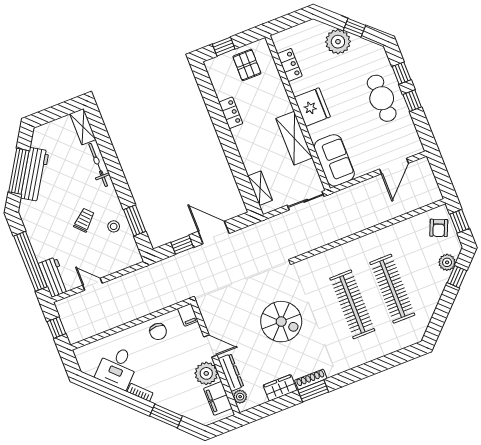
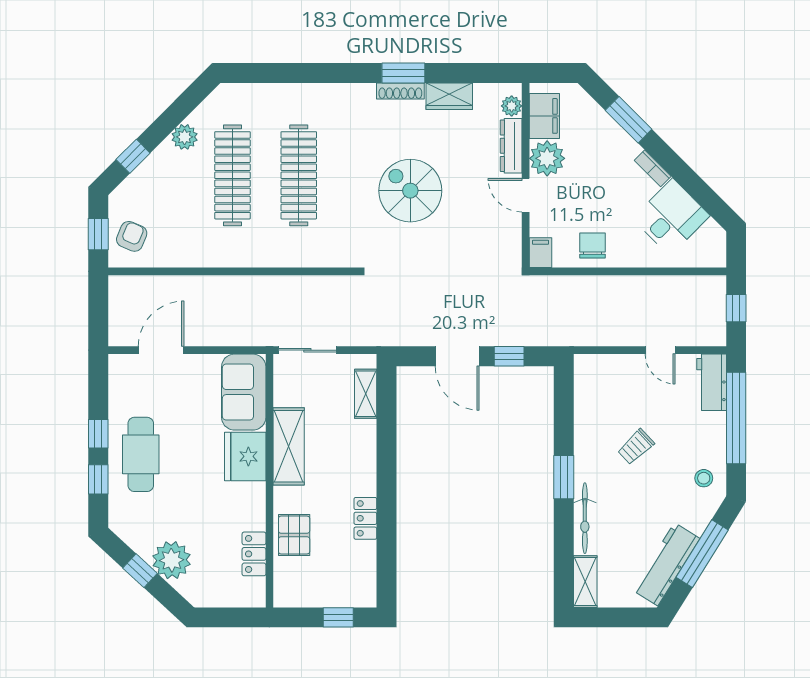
pallet: (247, 65) -> (294, 535), moved
fridge: (312, 107) -> (245, 456), moved
workbench: (35, 174) -> (666, 564), moved
window: (135, 220) -> (564, 477), moved
stool: (114, 226) -> (704, 478), moved
plant: (447, 262) -> (185, 137), moved

